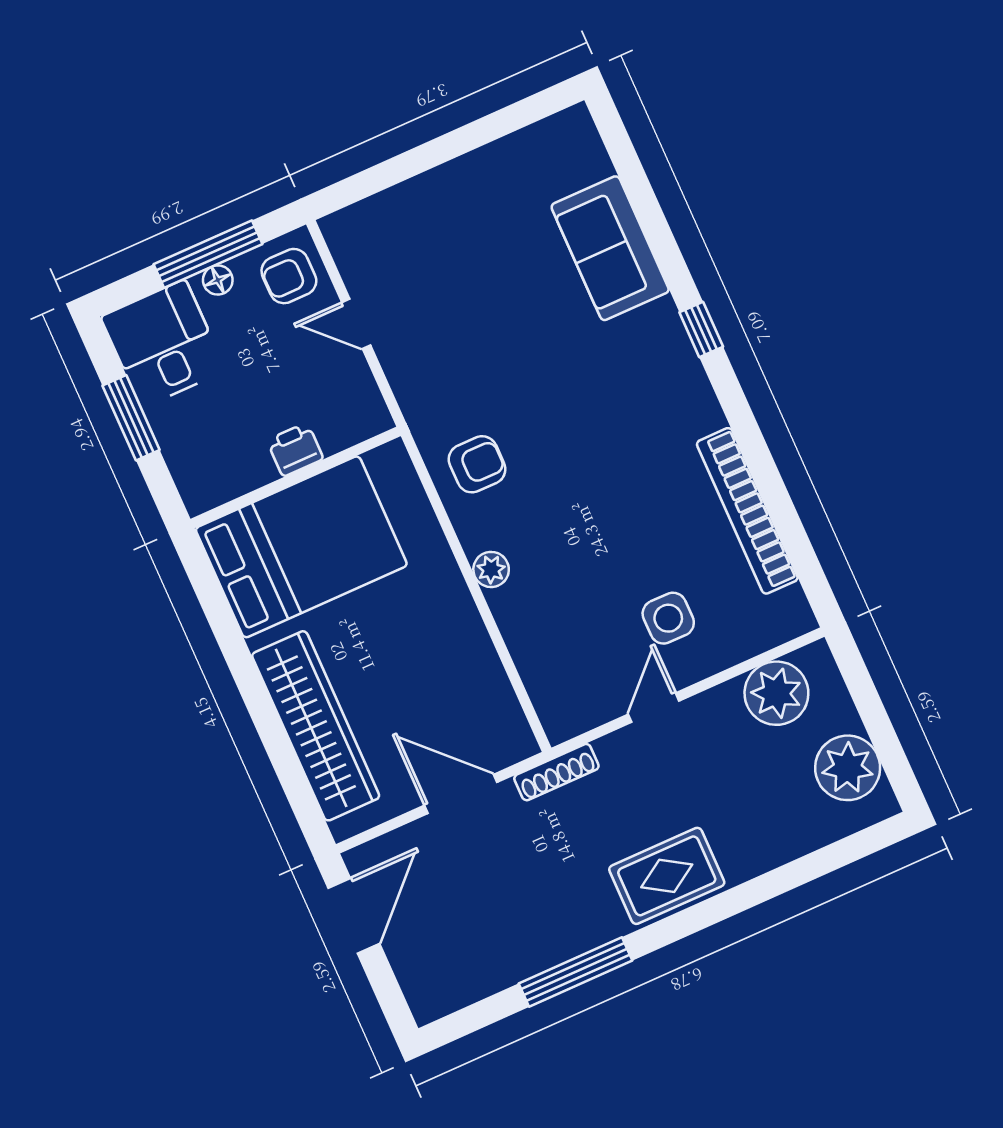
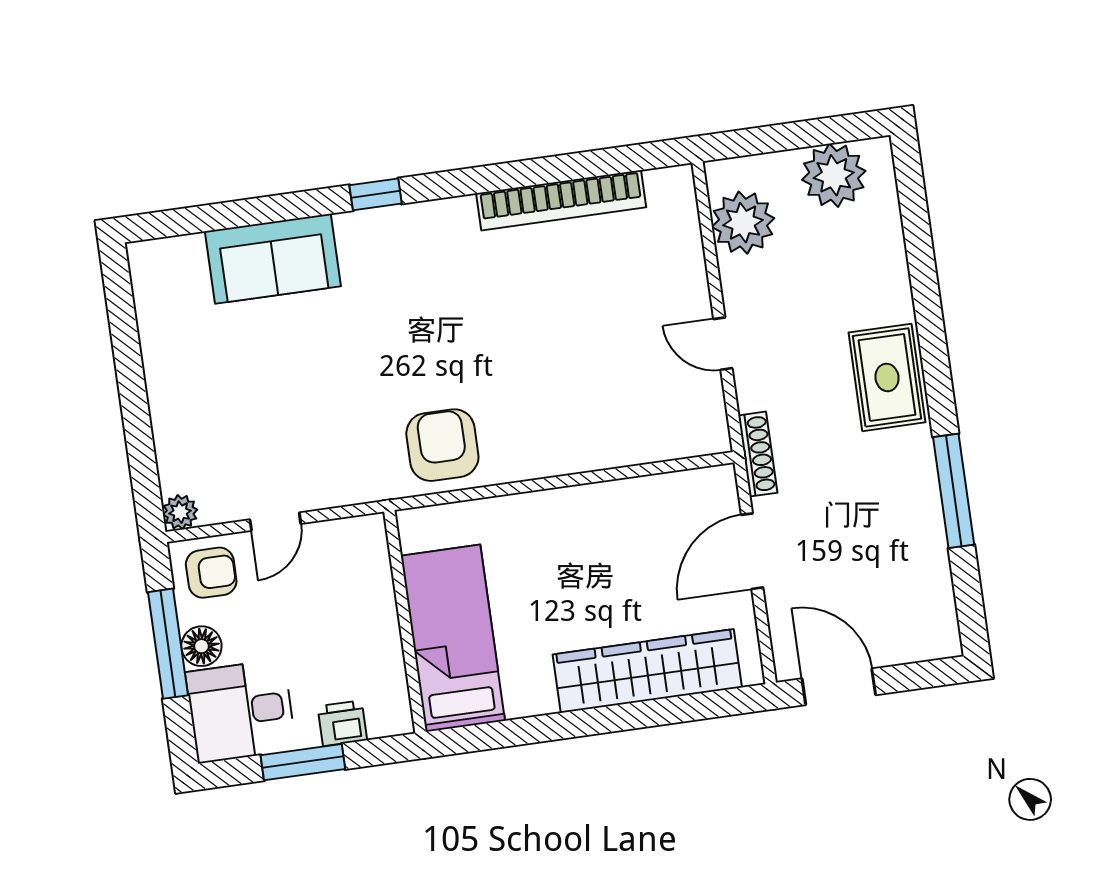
armchair: (289, 276) -> (211, 573), turned -90
floor lamp: (218, 280) -> (201, 646), width x1.37, depth x1.37
printer: (295, 450) -> (342, 723), moved, turned 90
armchair: (477, 464) -> (442, 445), width x1.38, depth x1.38
bed: (301, 547) -> (453, 638), width x0.67
plant: (491, 569) -> (180, 512), moved
side table: (668, 618) -> (642, 305), removed

